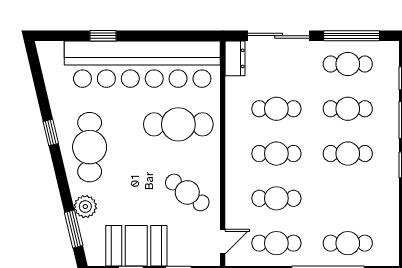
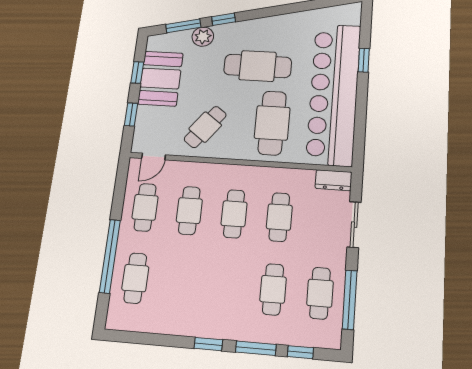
sliding door: (279, 36) -> (354, 225), width x0.73
window: (51, 132) -> (224, 19), moved
cafe table: (90, 147) -> (258, 66), moved
cafe table: (348, 154) -> (227, 286), removed
door: (223, 242) -> (153, 157), hinge flipped

